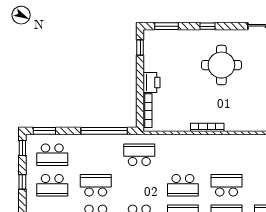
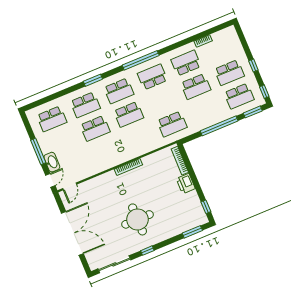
window: (208, 26) -> (147, 251), moved
window: (104, 131) -> (219, 126), moved
school desk: (52, 155) -> (239, 96), turned 180
school desk: (52, 185) -> (229, 73), turned 180
school desk: (183, 185) -> (129, 114), turned 180

